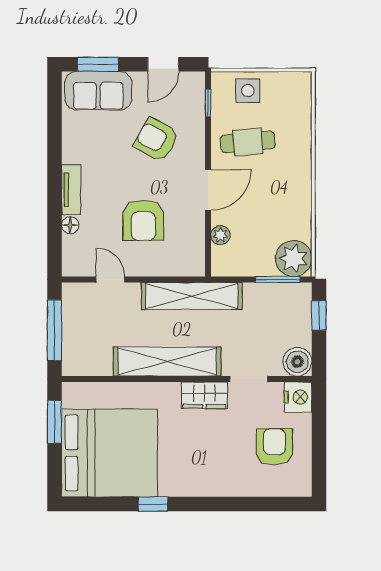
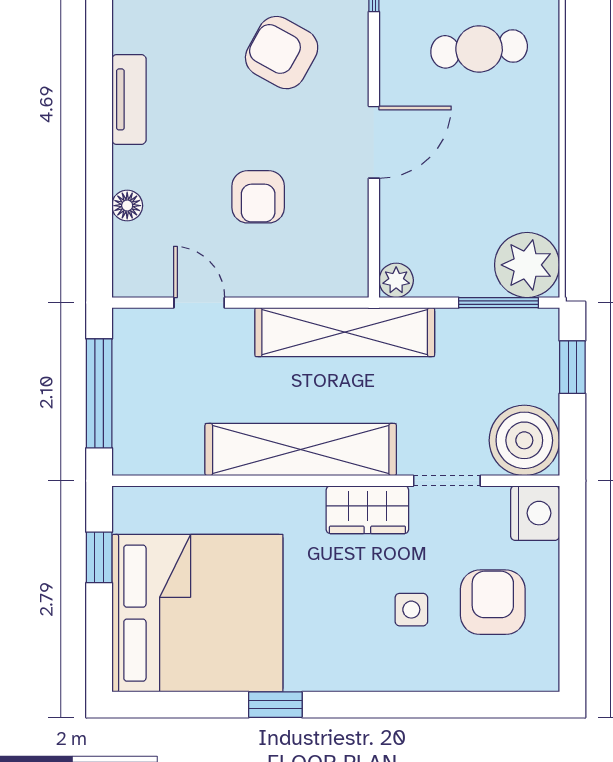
cafe table: (248, 142) -> (479, 49), moved
tv unit: (71, 190) -> (129, 99), moved
armchair: (143, 220) -> (258, 197), width x0.72, depth x0.72
plant: (220, 235) -> (396, 280), moved
boiler: (297, 362) -> (524, 440), width x1.37, depth x1.37
window: (54, 422) -> (99, 557), width x0.67
side table: (229, 451) -> (411, 610), added

